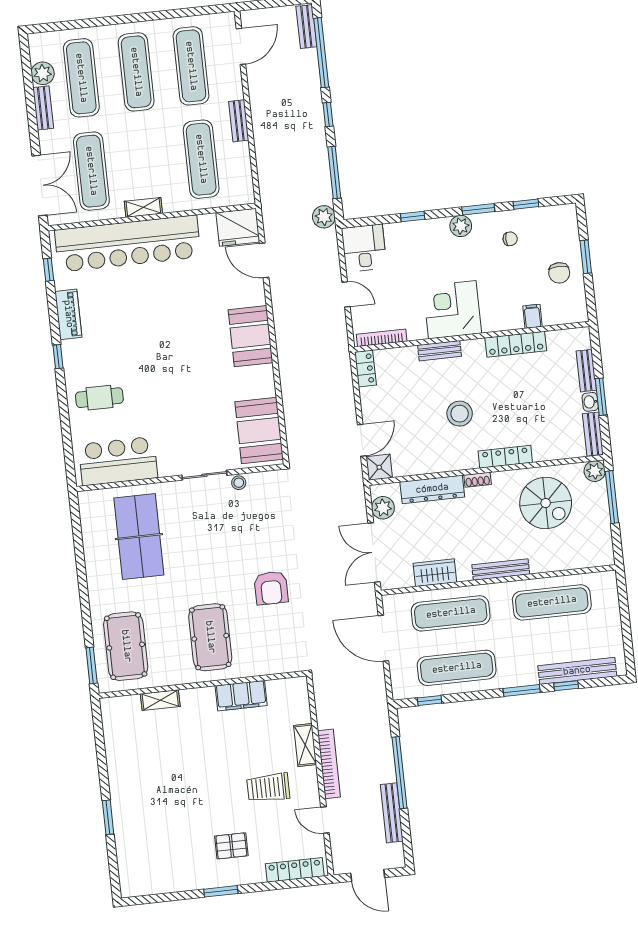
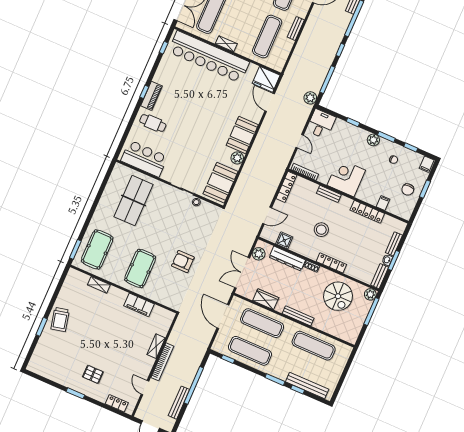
filing cabinet: (566, 216) -> (427, 164), added
piano: (68, 314) -> (151, 96), moved
locker: (365, 369) -> (286, 187), width x1.53
plant: (263, 377) -> (237, 158), added
shower: (379, 467) -> (284, 240), moved
armchair: (271, 588) -> (183, 262), turned 90
trolley: (268, 788) -> (60, 319), moved, turned -103
locker: (295, 870) -> (117, 403), width x0.66

